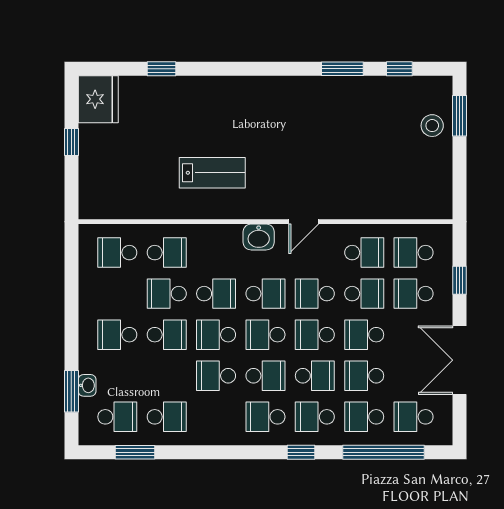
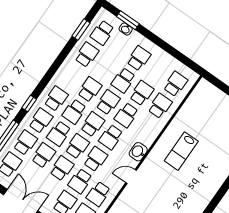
door: (304, 222) -> (131, 177), hinge flipped
school desk: (167, 253) -> (160, 106), turned 180
school desk: (167, 417) -> (87, 55), turned 180

